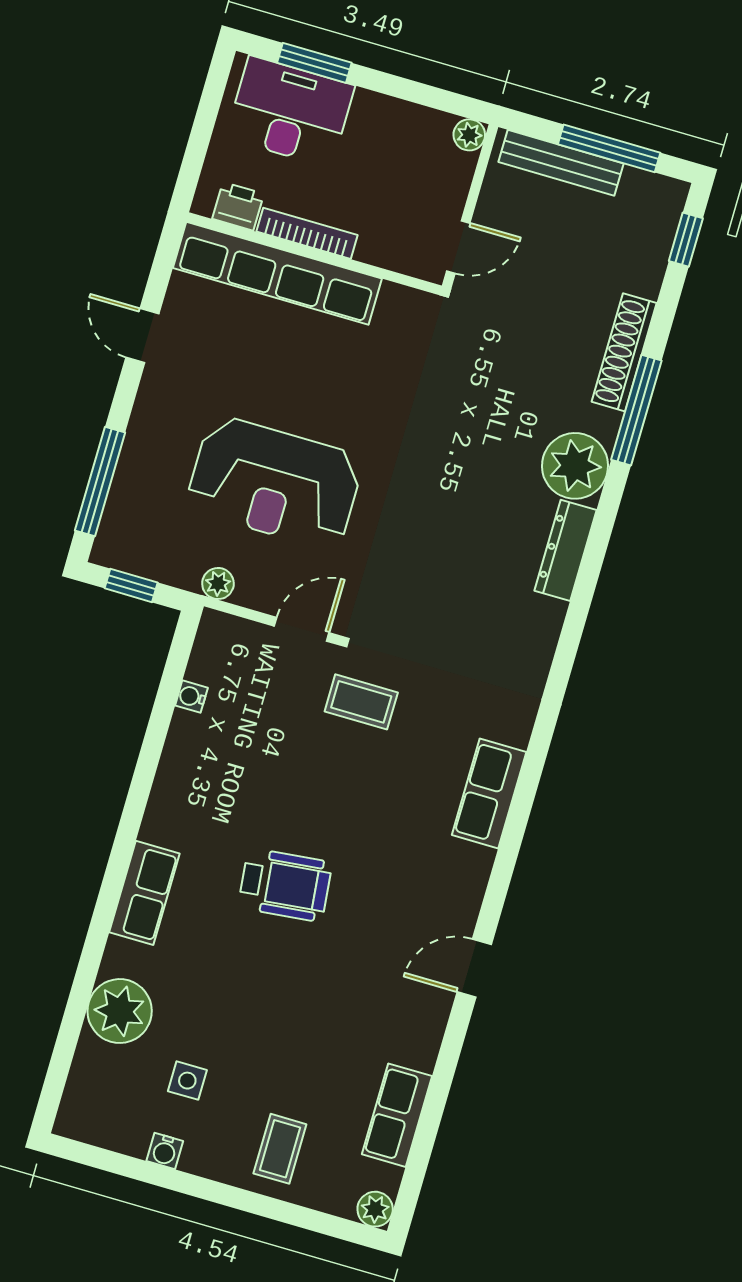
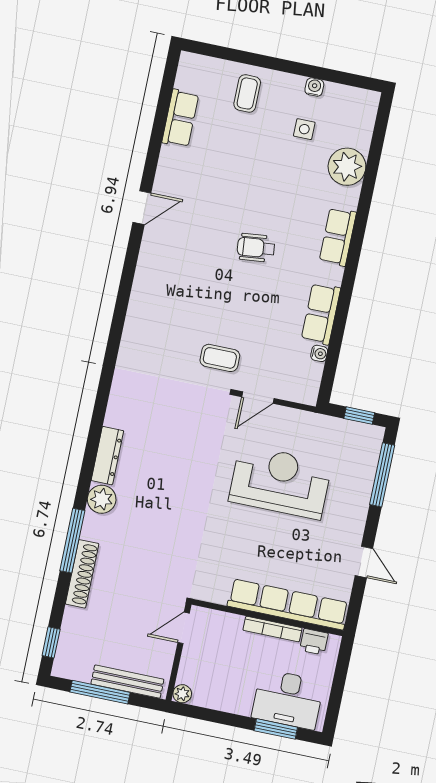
plant: (575, 466) -> (102, 499), width x0.73, depth x0.73
plant: (218, 584) -> (309, 421), removed
row of seats: (489, 793) -> (321, 314), moved, turned 180
wheelchair: (285, 885) -> (256, 248), width x0.73, depth x0.73
plant: (375, 1209) -> (189, 63), removed

